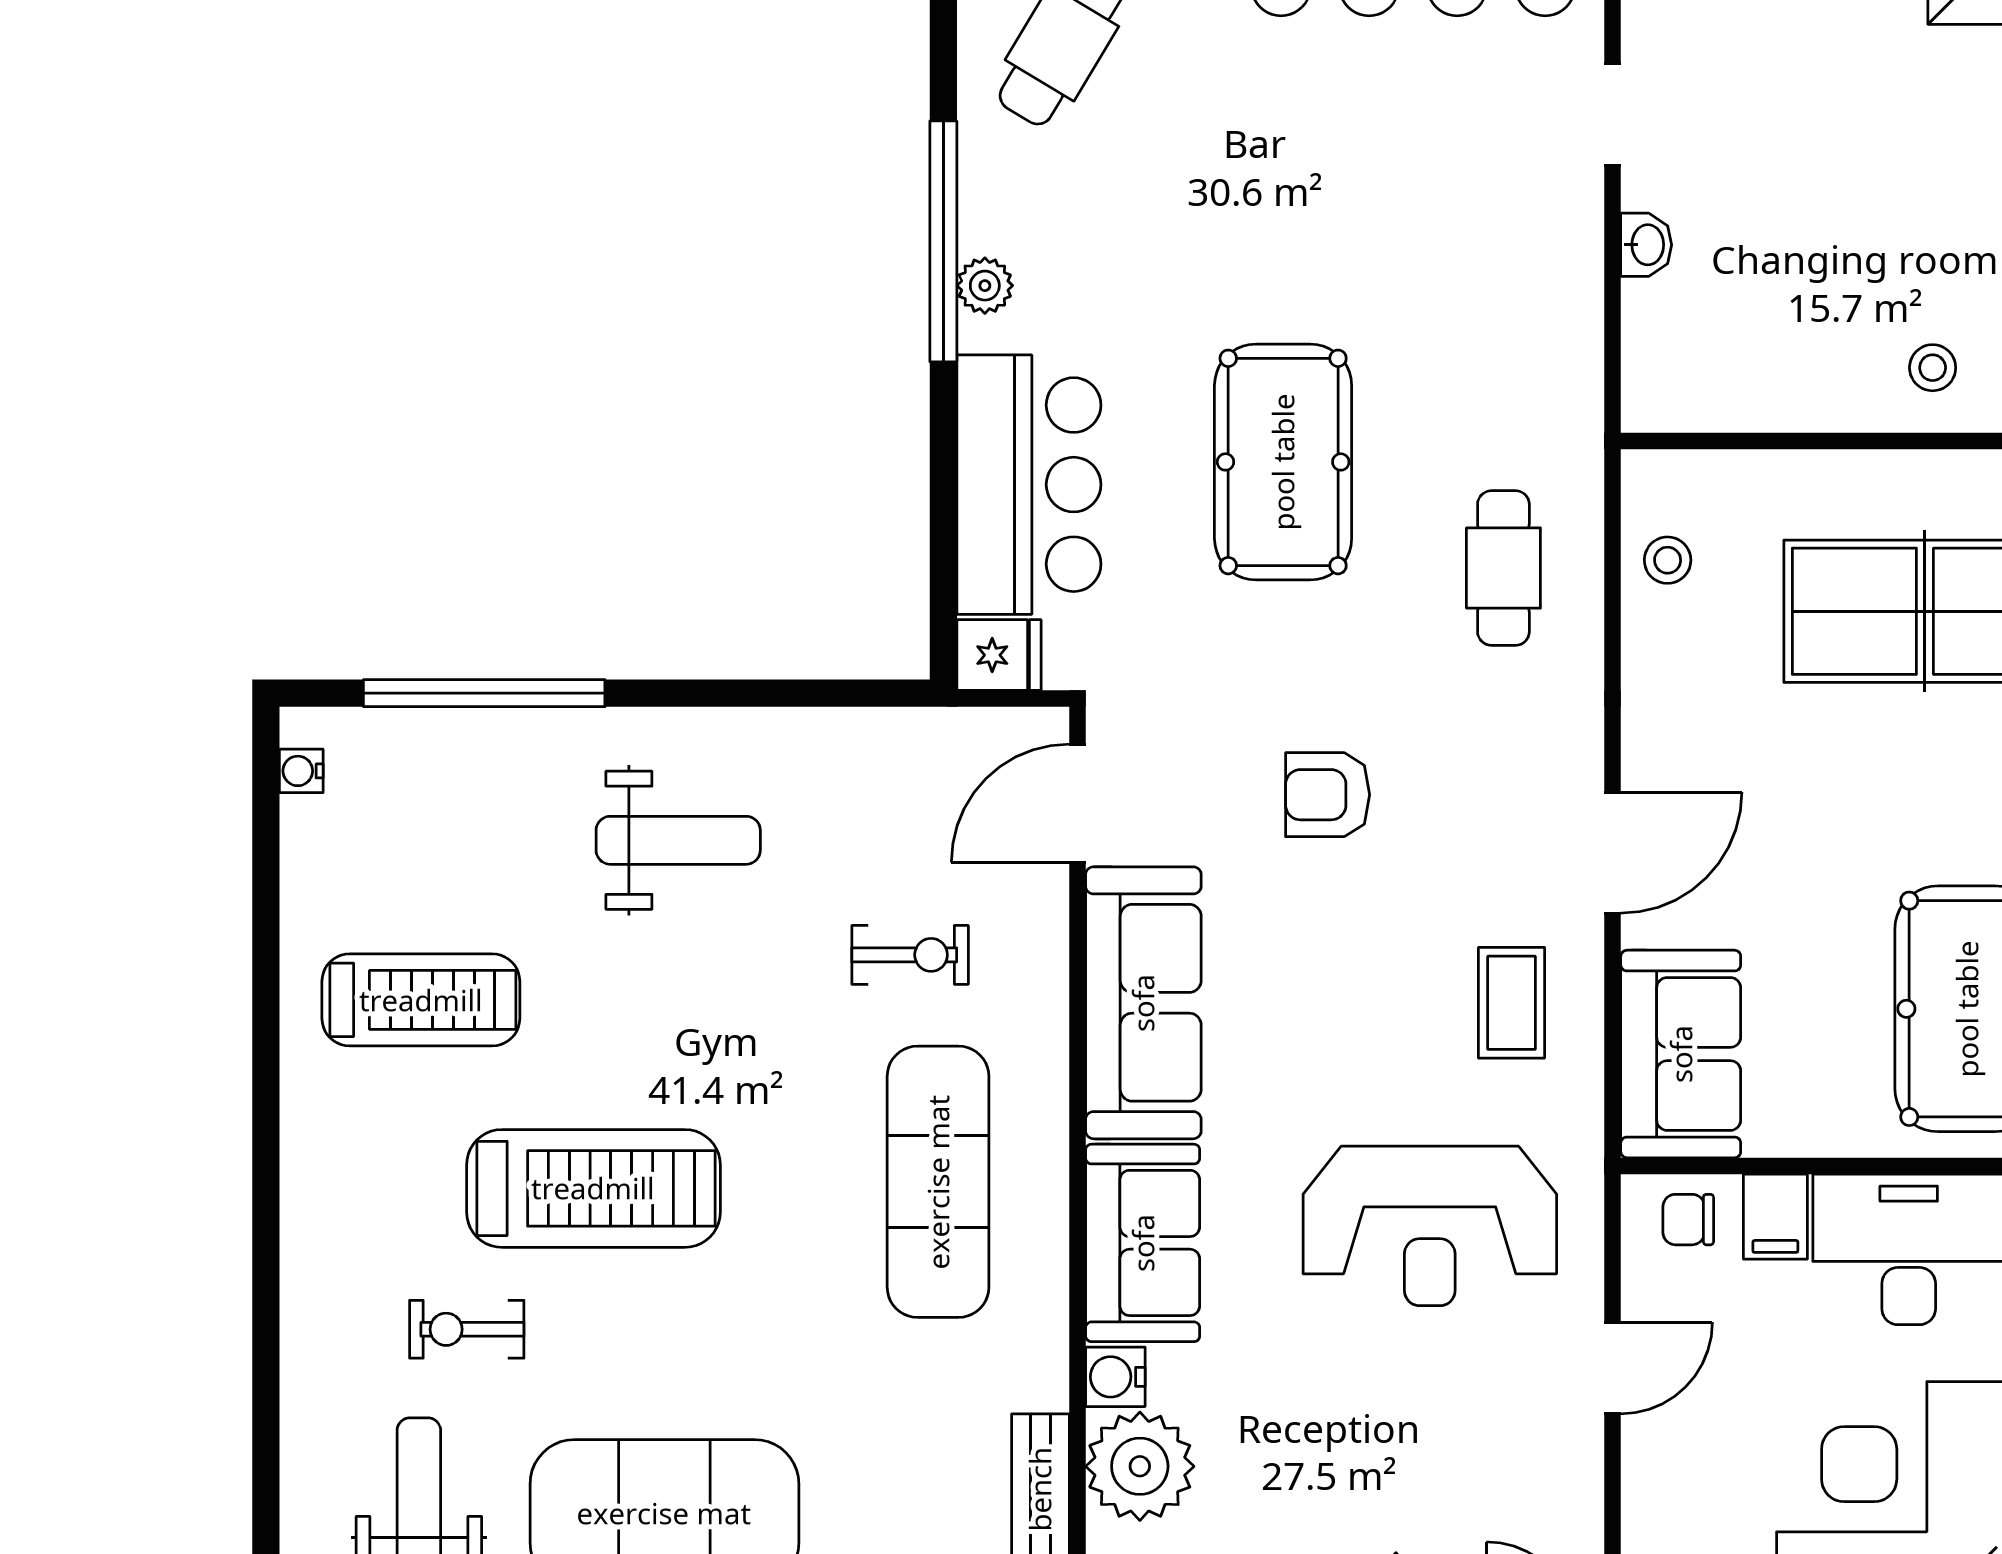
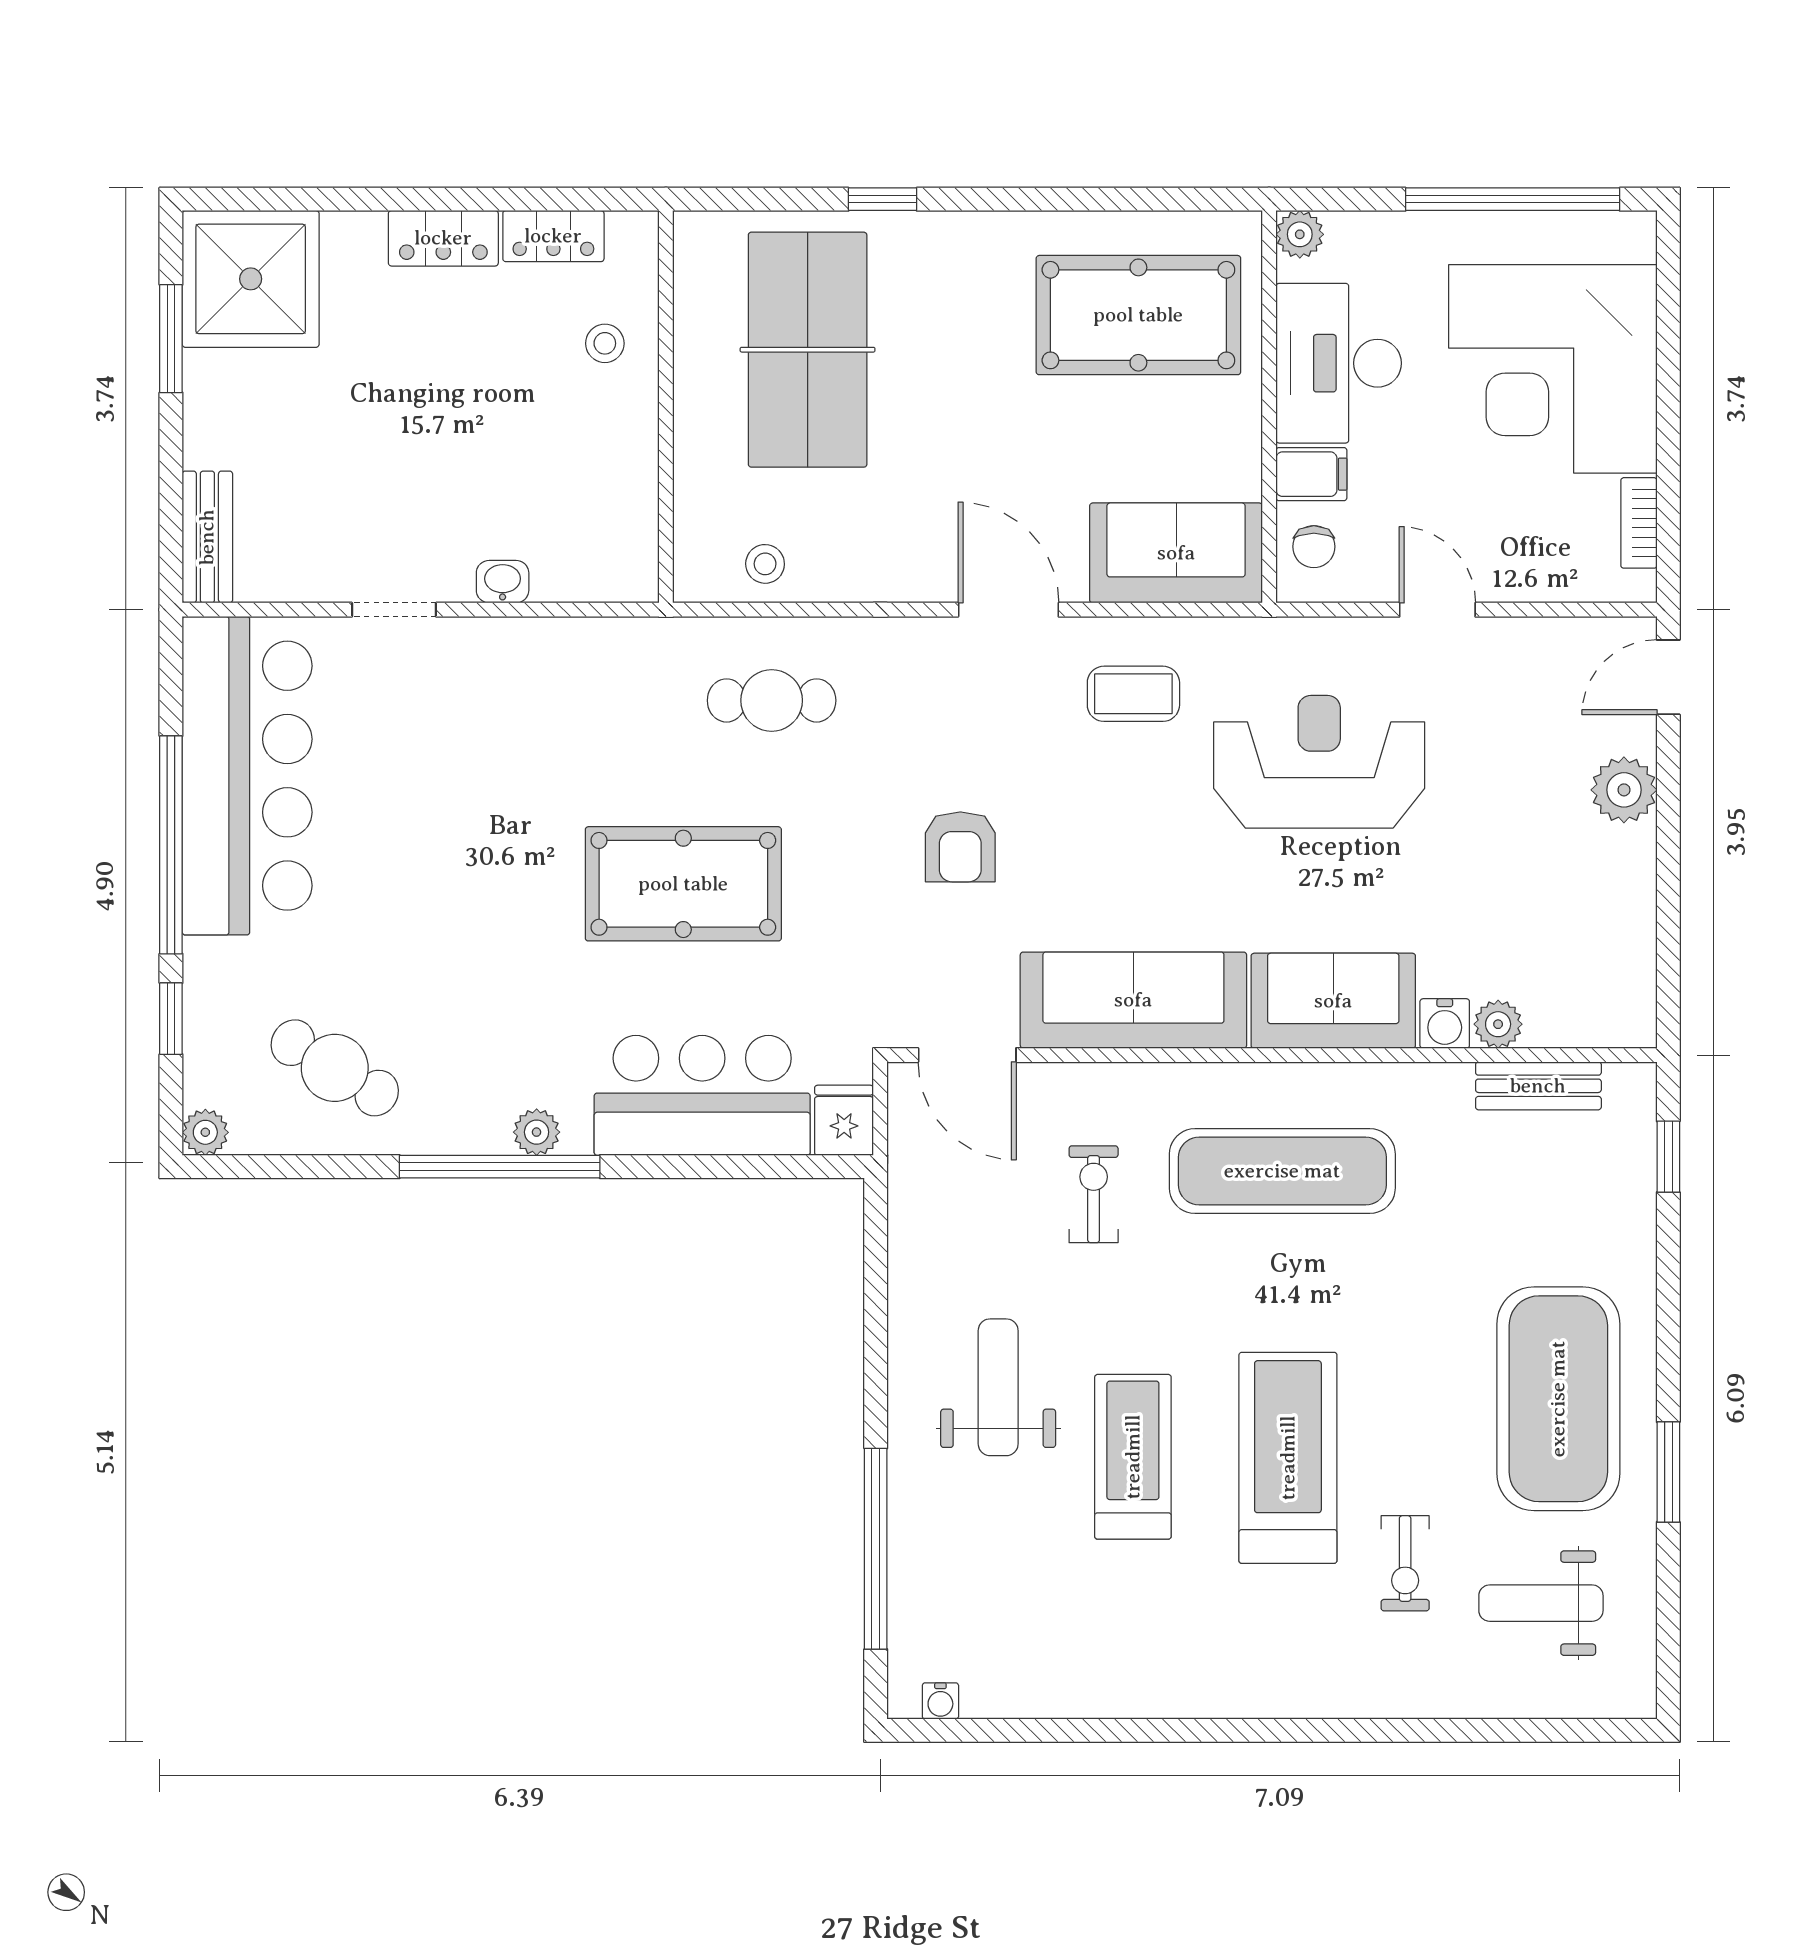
treadmill: (421, 1000) -> (1133, 1457), moved
reception desk: (1430, 1226) -> (1319, 762), turned -90
plant: (1140, 1466) -> (1498, 1024), width x0.53, depth x0.53

